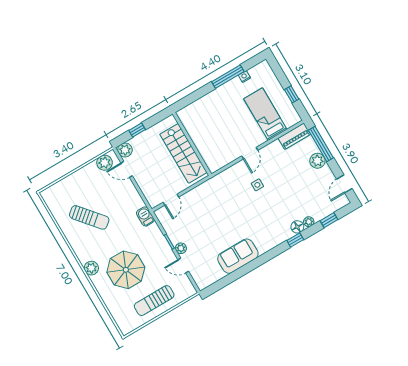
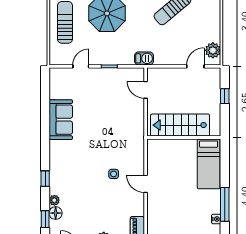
bed: (265, 114) -> (209, 164), moved, turned 90
plant: (125, 150) -> (213, 75), removed
floor lamp: (297, 227) -> (56, 213), moved
plant: (181, 248) -> (97, 73), removed

